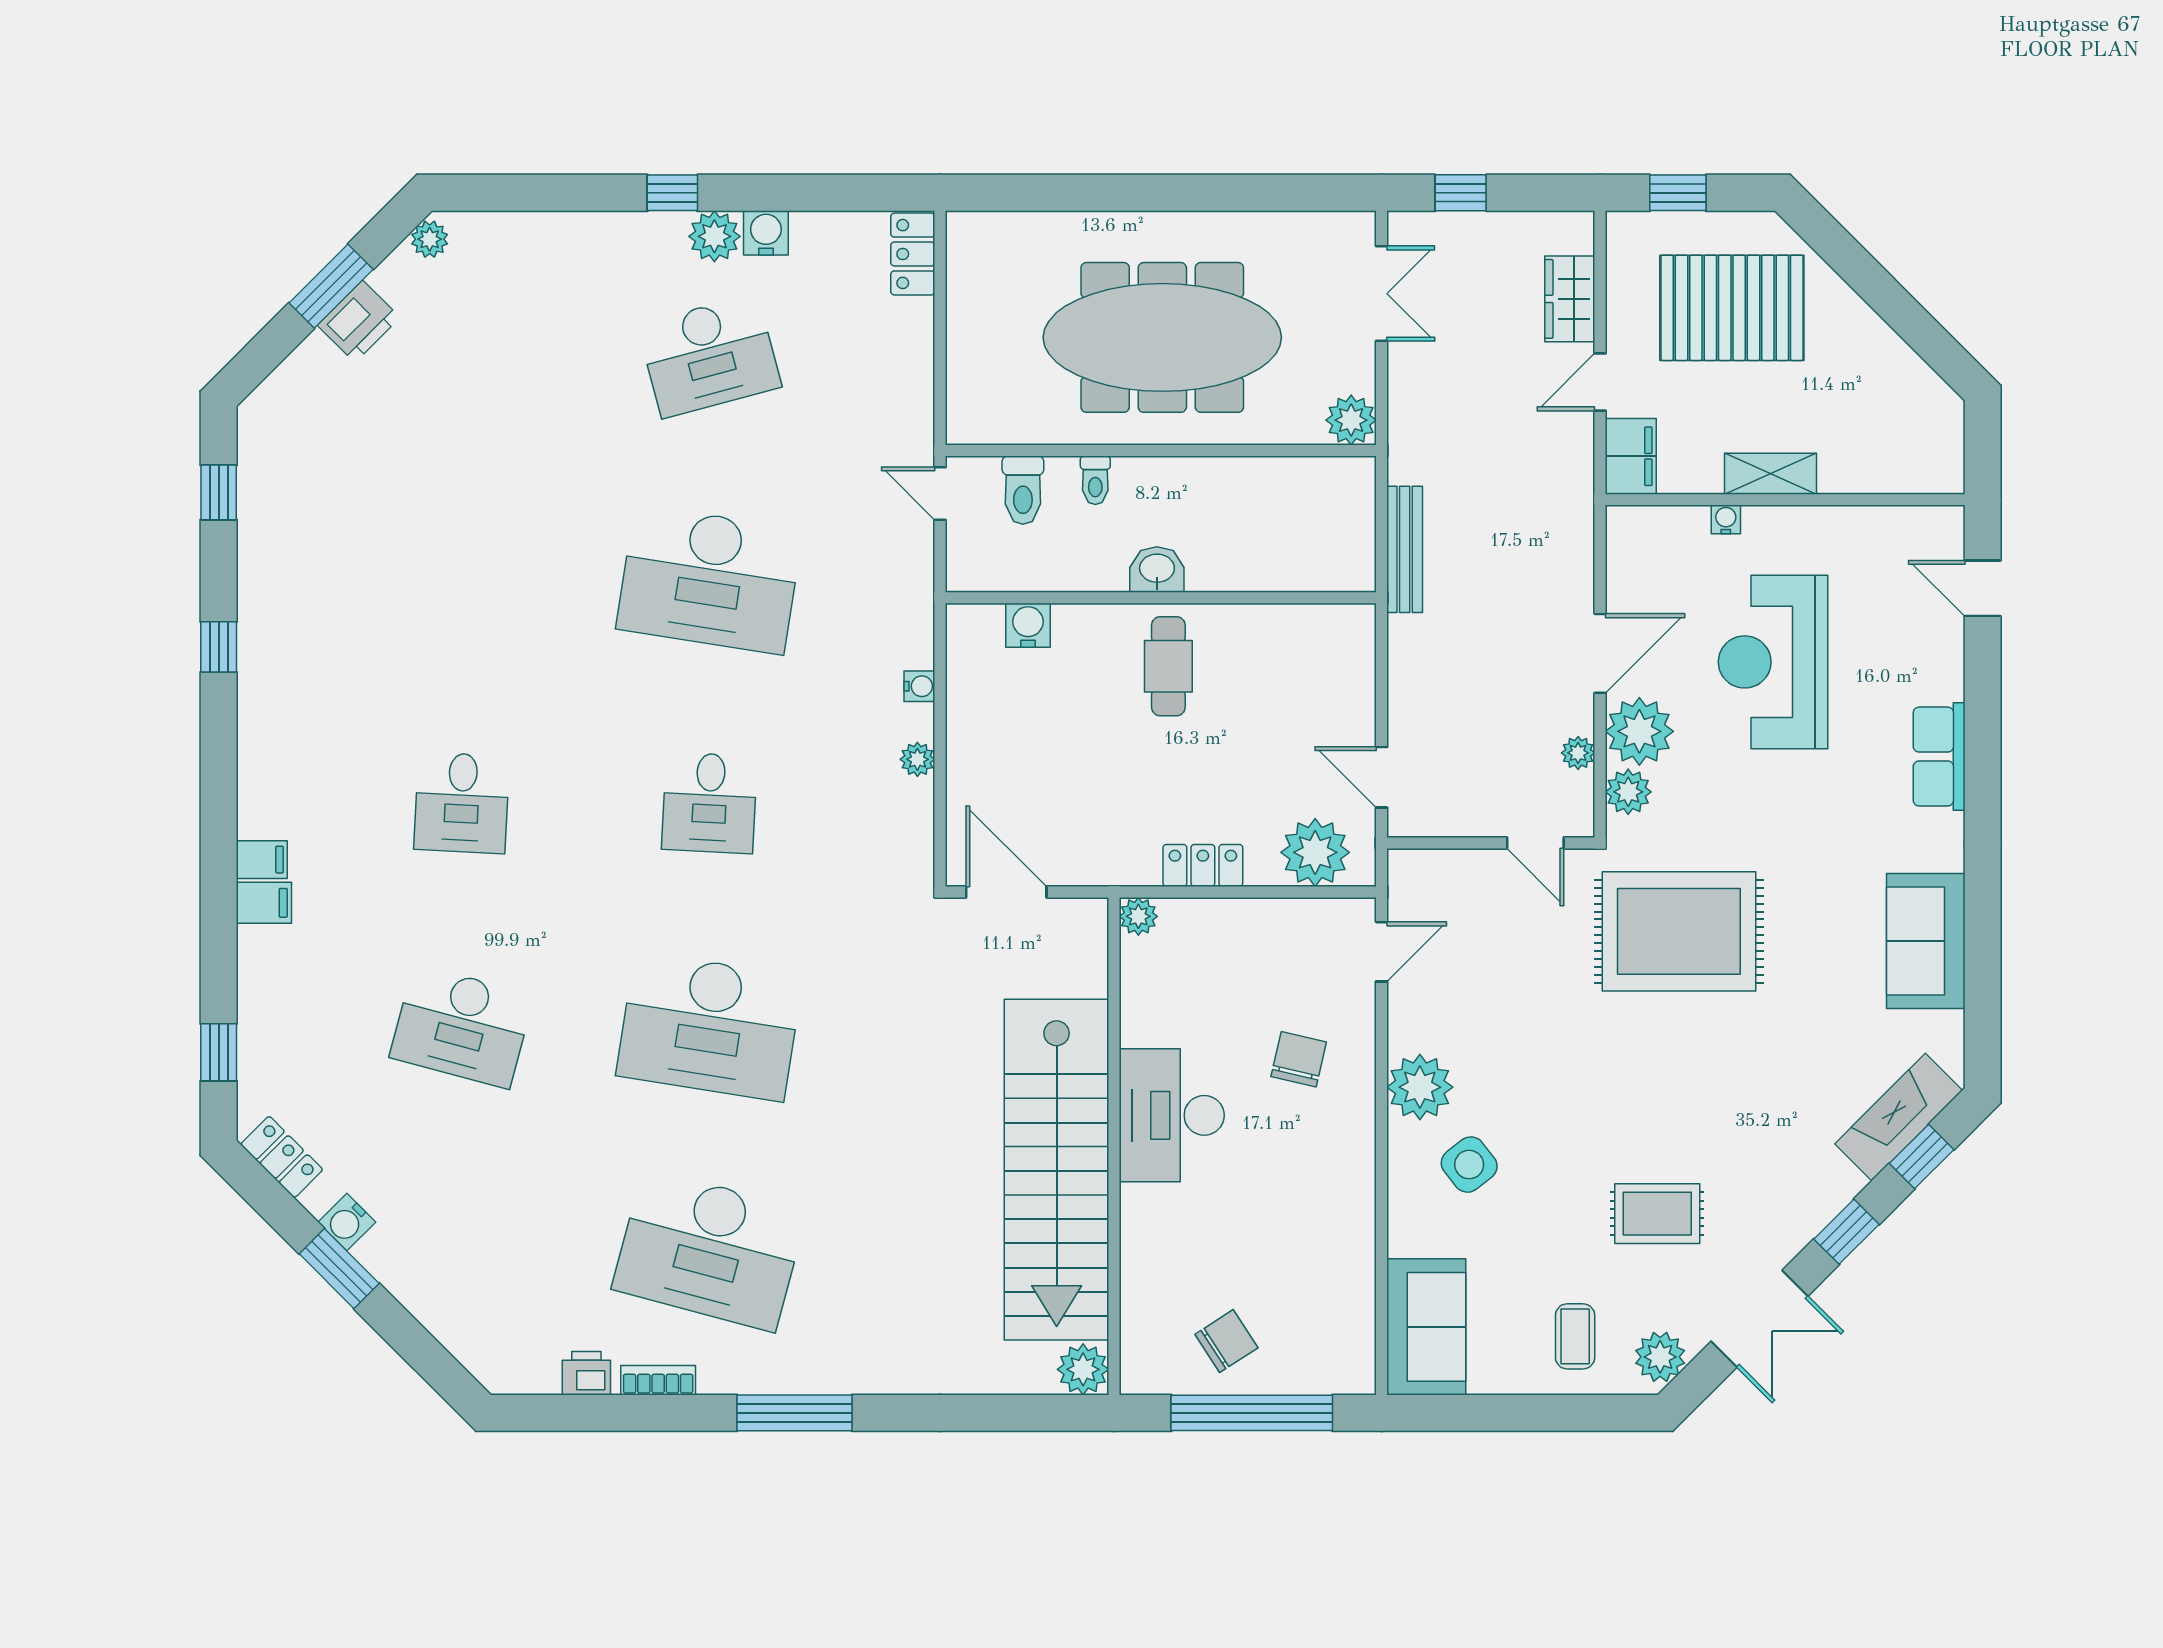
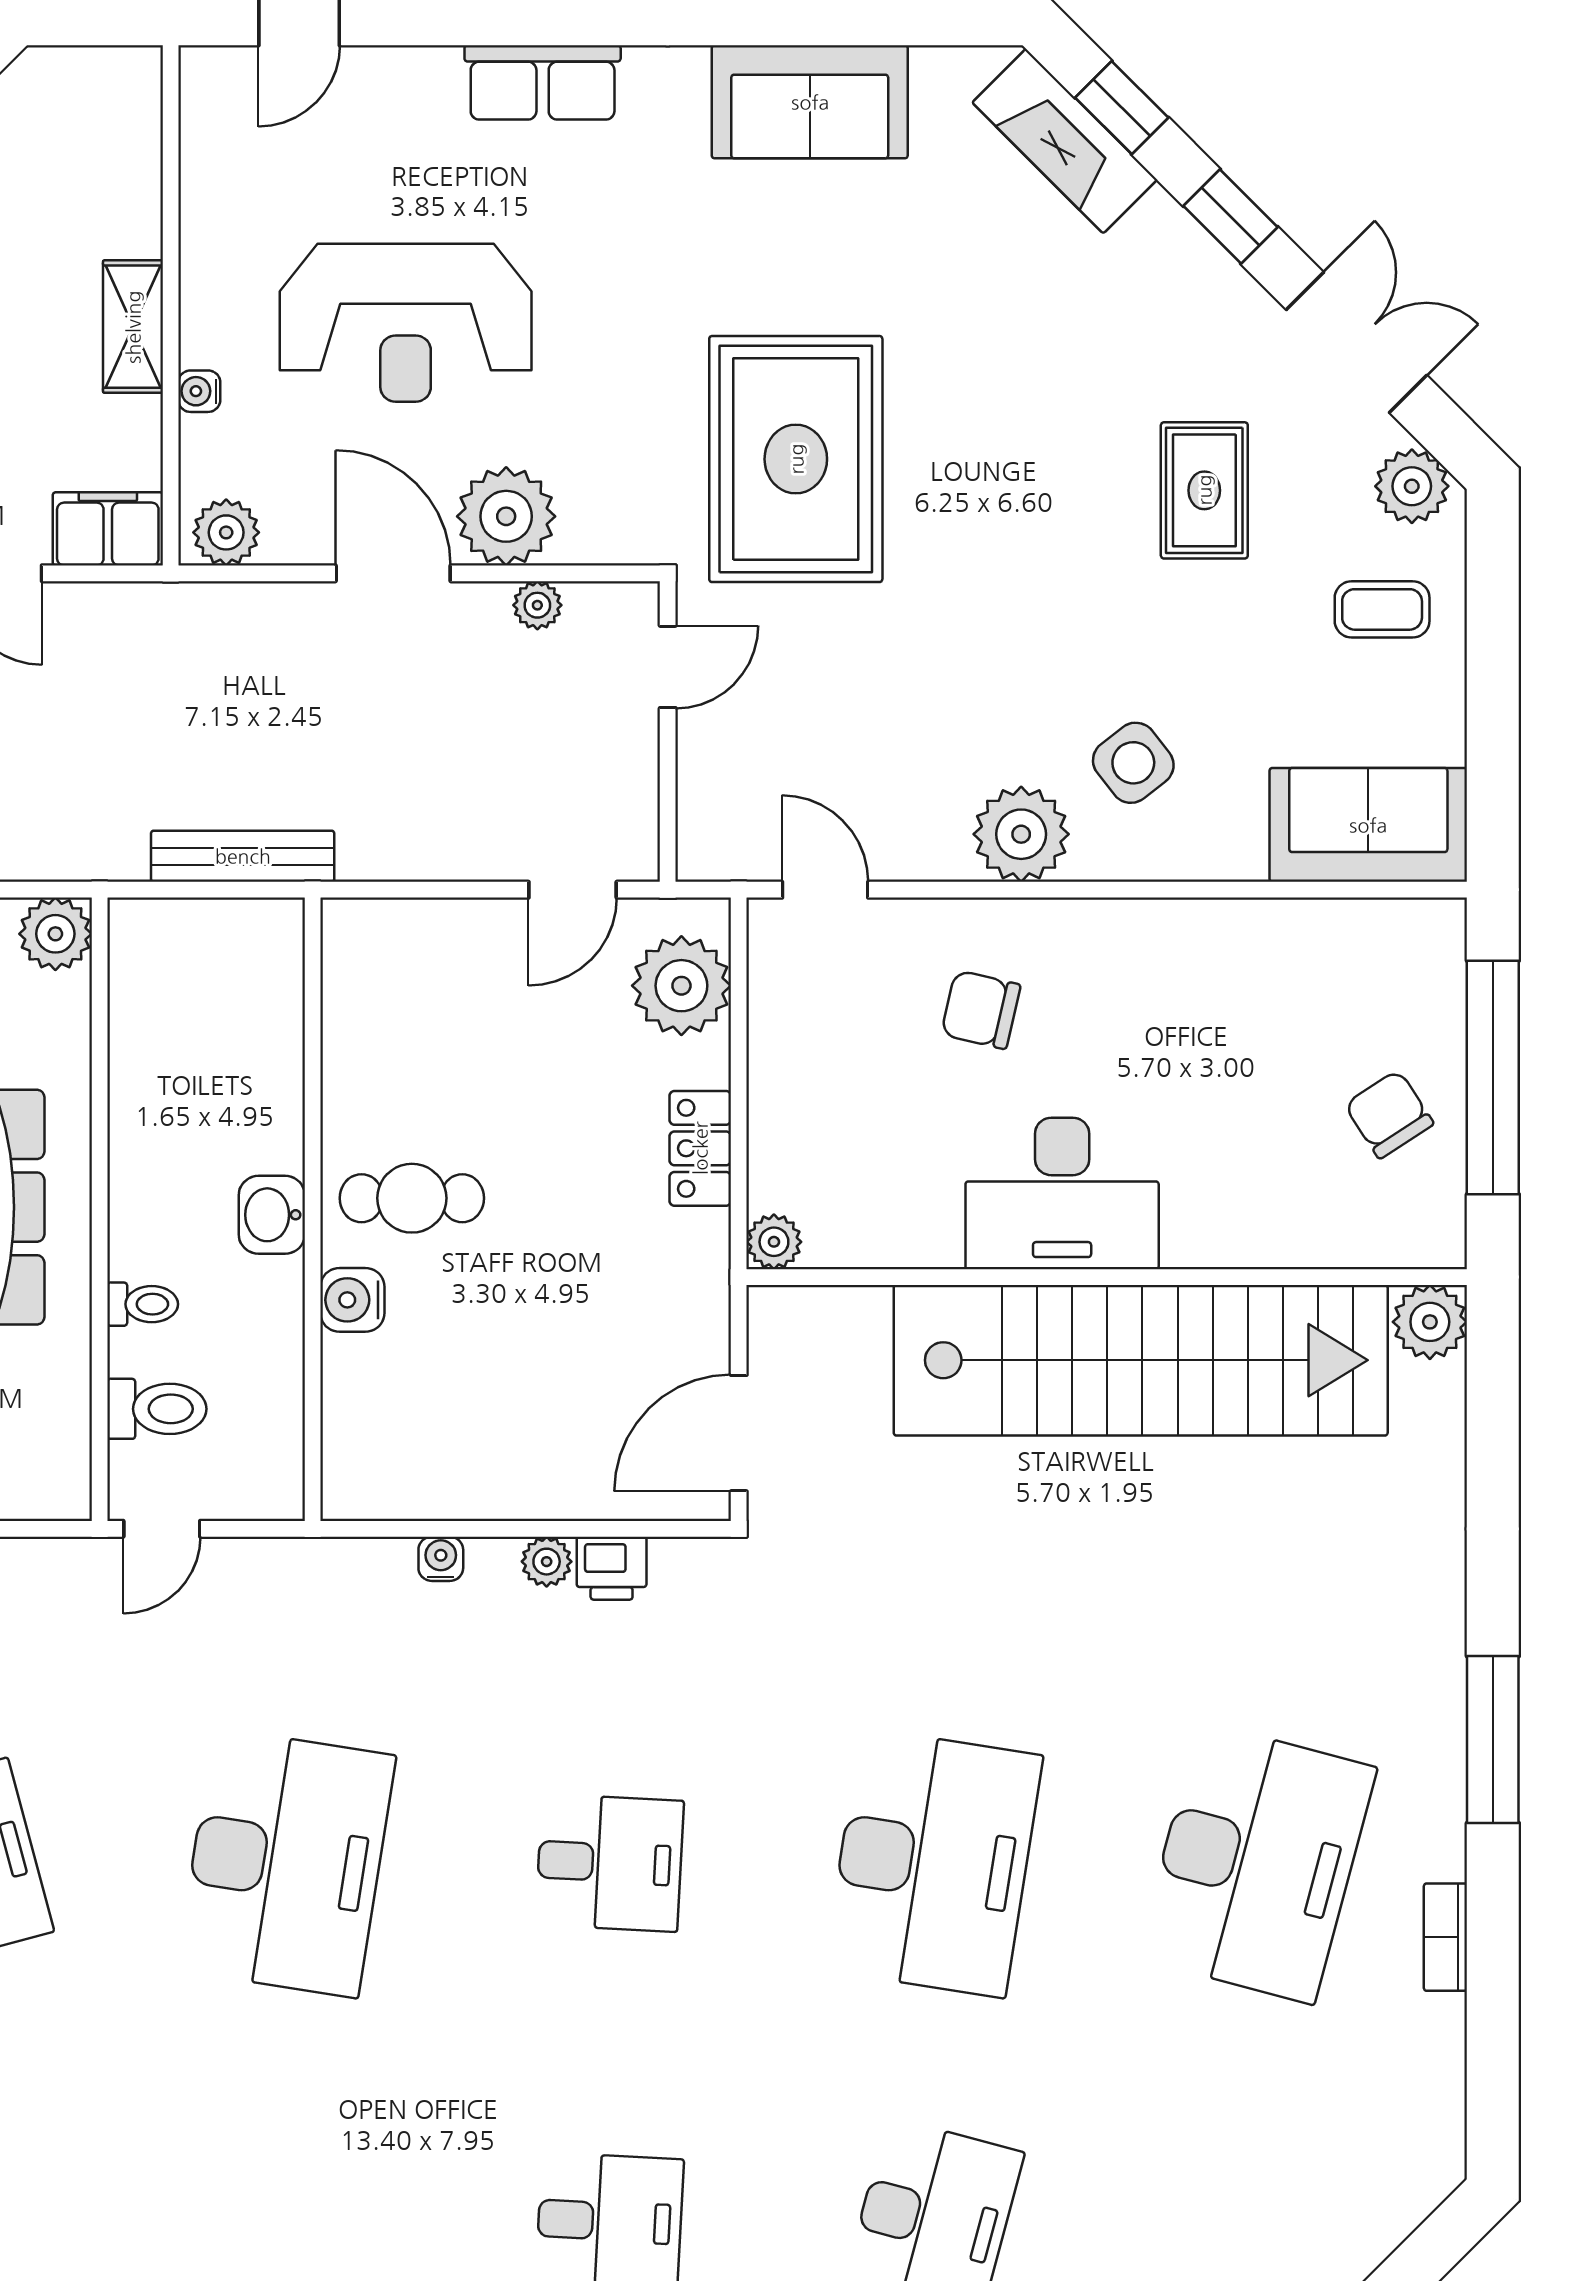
water cooler: (1028, 625) -> (352, 1300), moved
plant: (1628, 792) -> (226, 532), moved
printer: (586, 1373) -> (612, 1568), moved, turned -90

